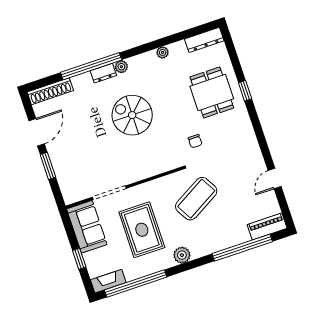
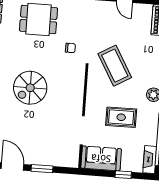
rug: (142, 230) -> (121, 117), width x0.73, depth x0.70

